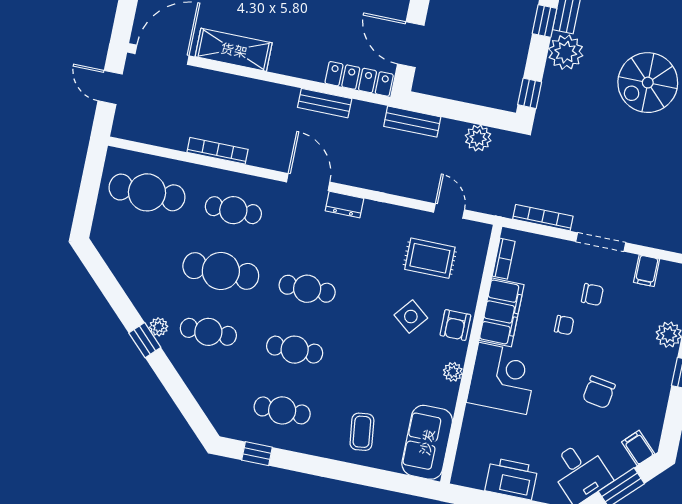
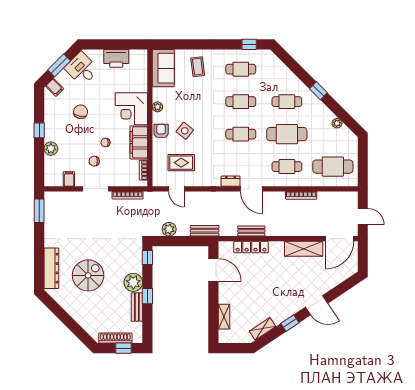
locker: (359, 79) -> (251, 247), moved
plant: (159, 327) -> (337, 123), moved

